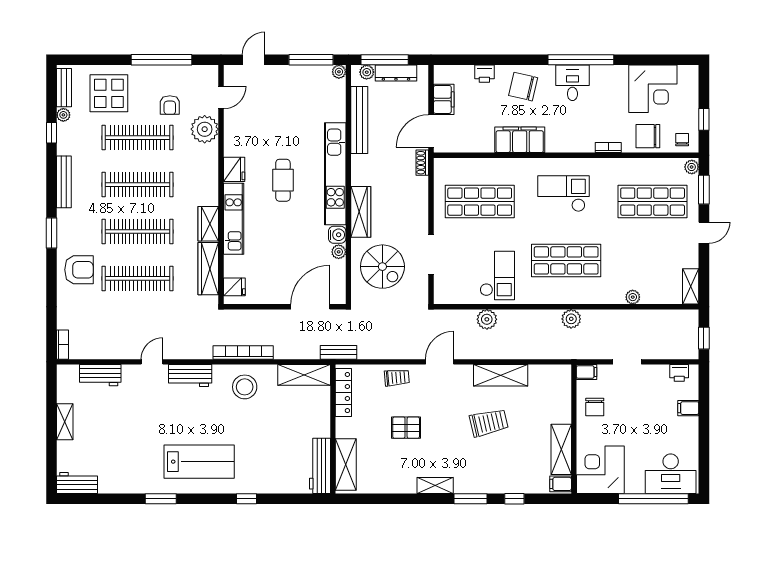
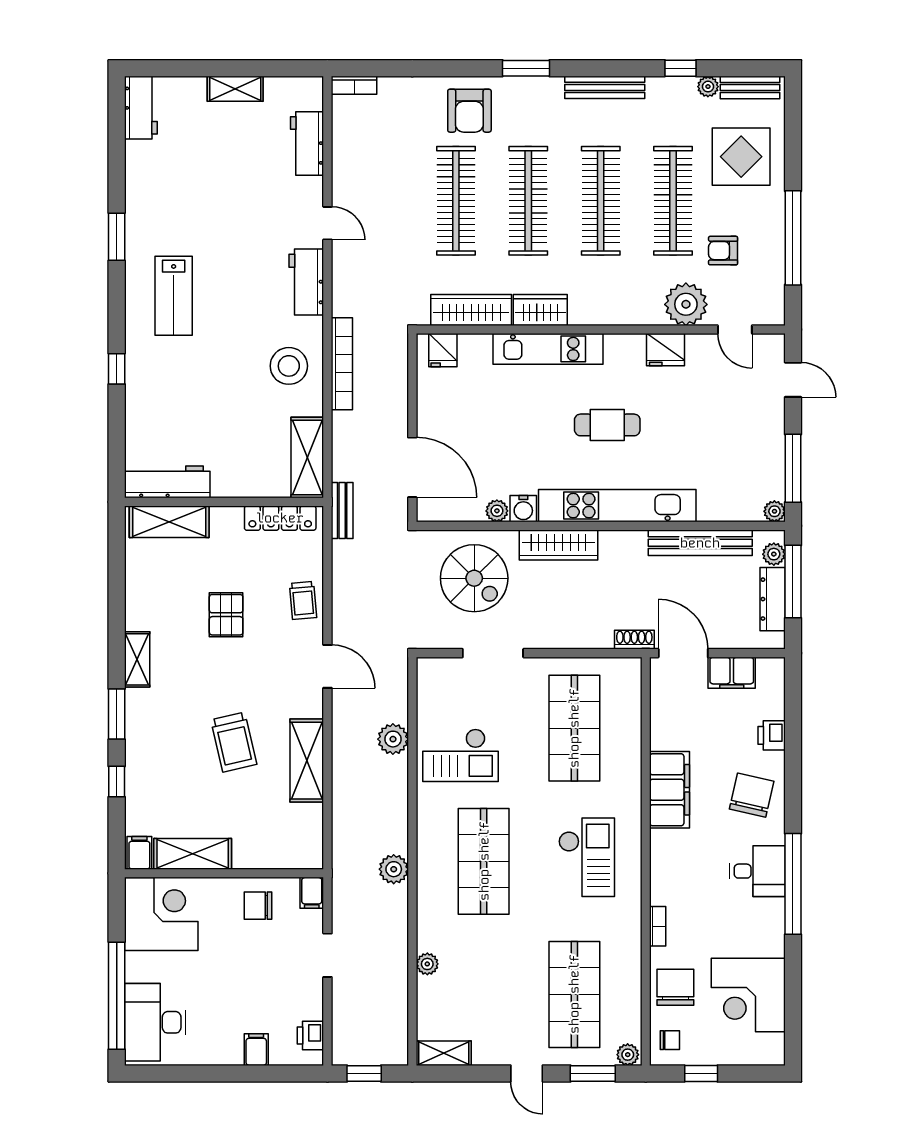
fridge: (234, 169) -> (666, 350), moved
spiral stairs: (382, 267) -> (474, 578), turned -90
lab bench: (199, 462) -> (174, 296), width x0.73, depth x0.72

